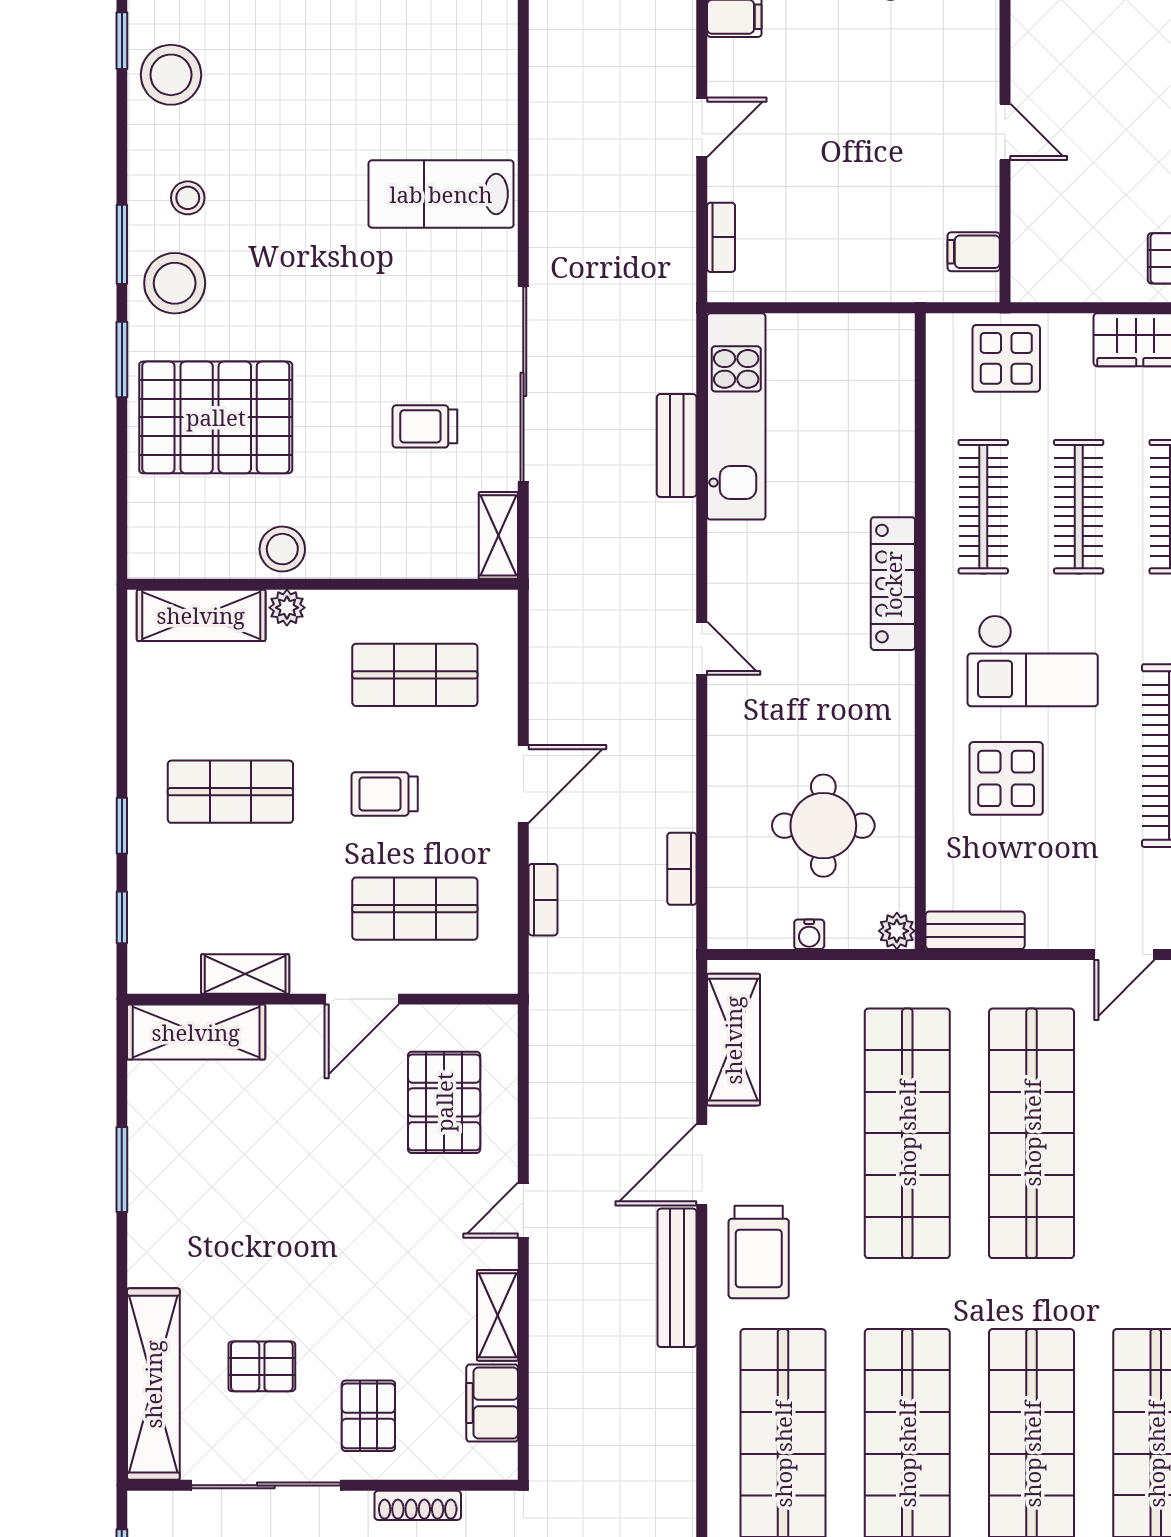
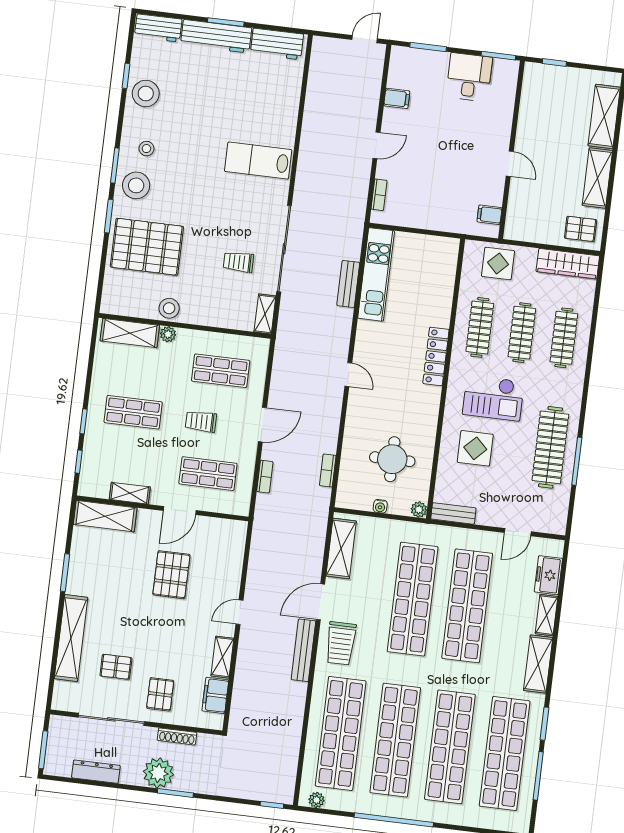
pallet: (444, 1102) -> (171, 575), moved
shelving: (153, 1384) -> (71, 638), moved

